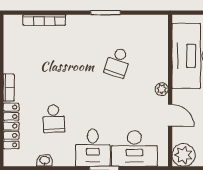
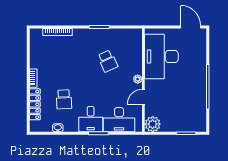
school desk: (118, 63) -> (108, 61), turned -42
door: (170, 115) -> (143, 97), swing flipped

